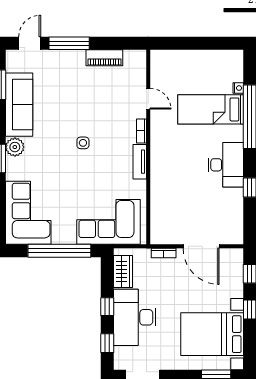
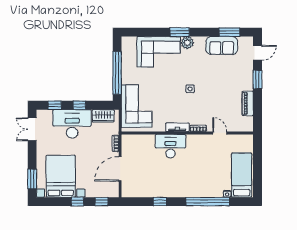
door: (30, 43) -> (258, 53), hinge flipped
window: (69, 43) -> (258, 79), width x0.69
door: (148, 99) -> (220, 133), swing flipped
sofa: (19, 105) -> (222, 46), width x0.73
bed: (211, 109) -> (242, 175), moved
desk: (226, 165) -> (170, 146), moved, turned 180
corner sofa: (28, 213) -> (159, 52), moved

